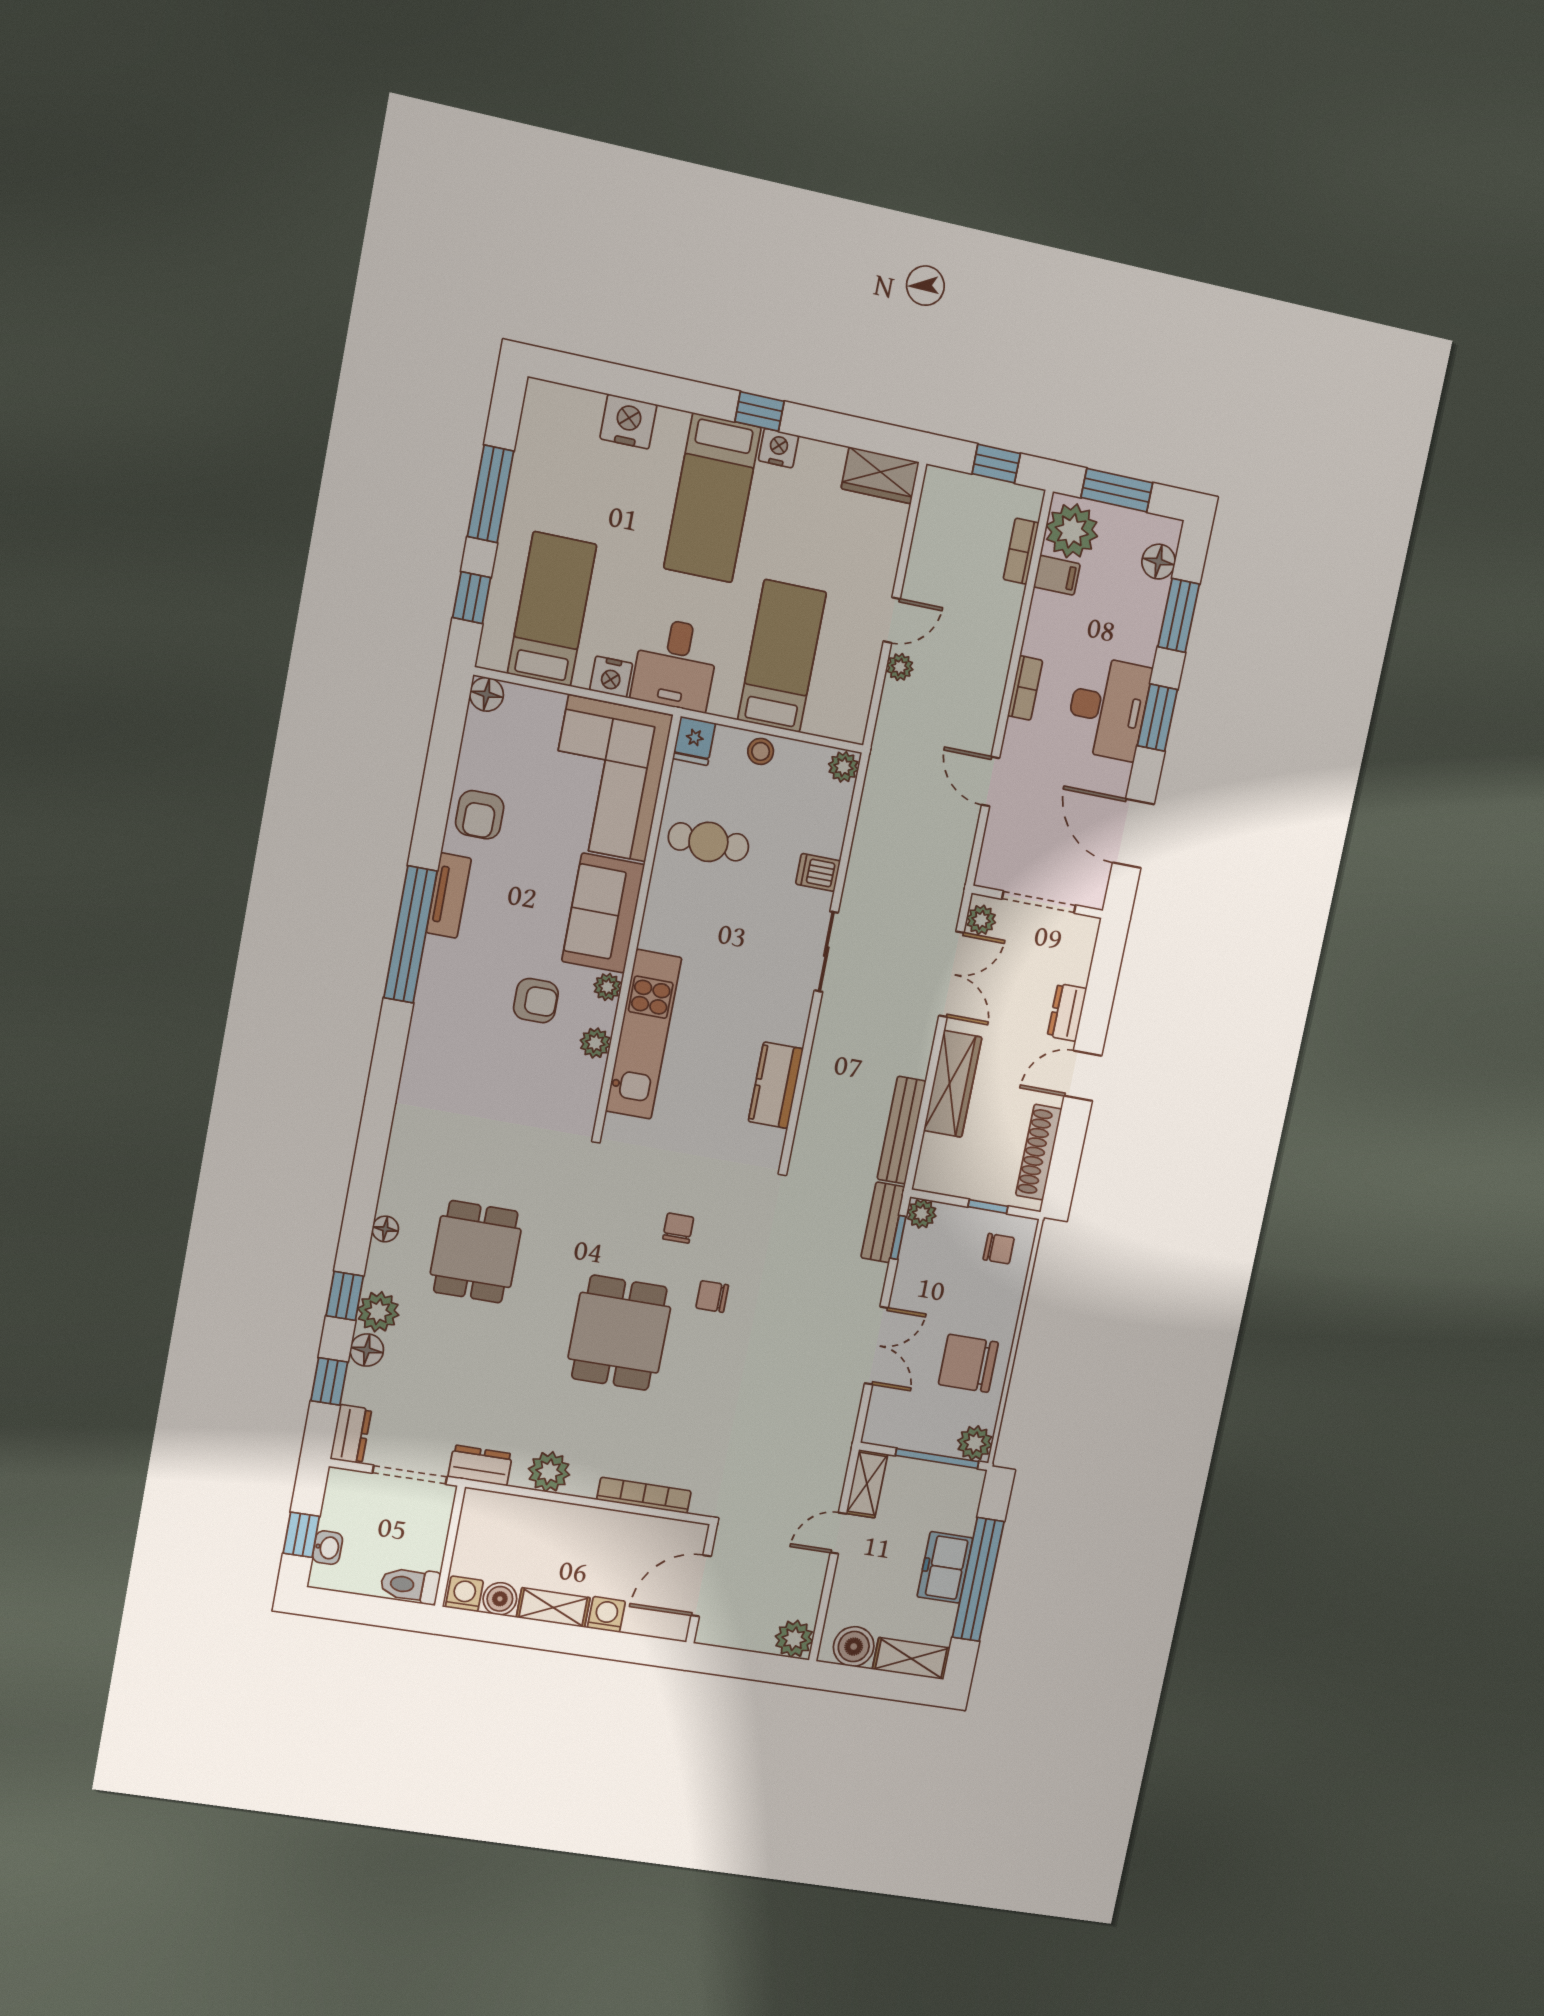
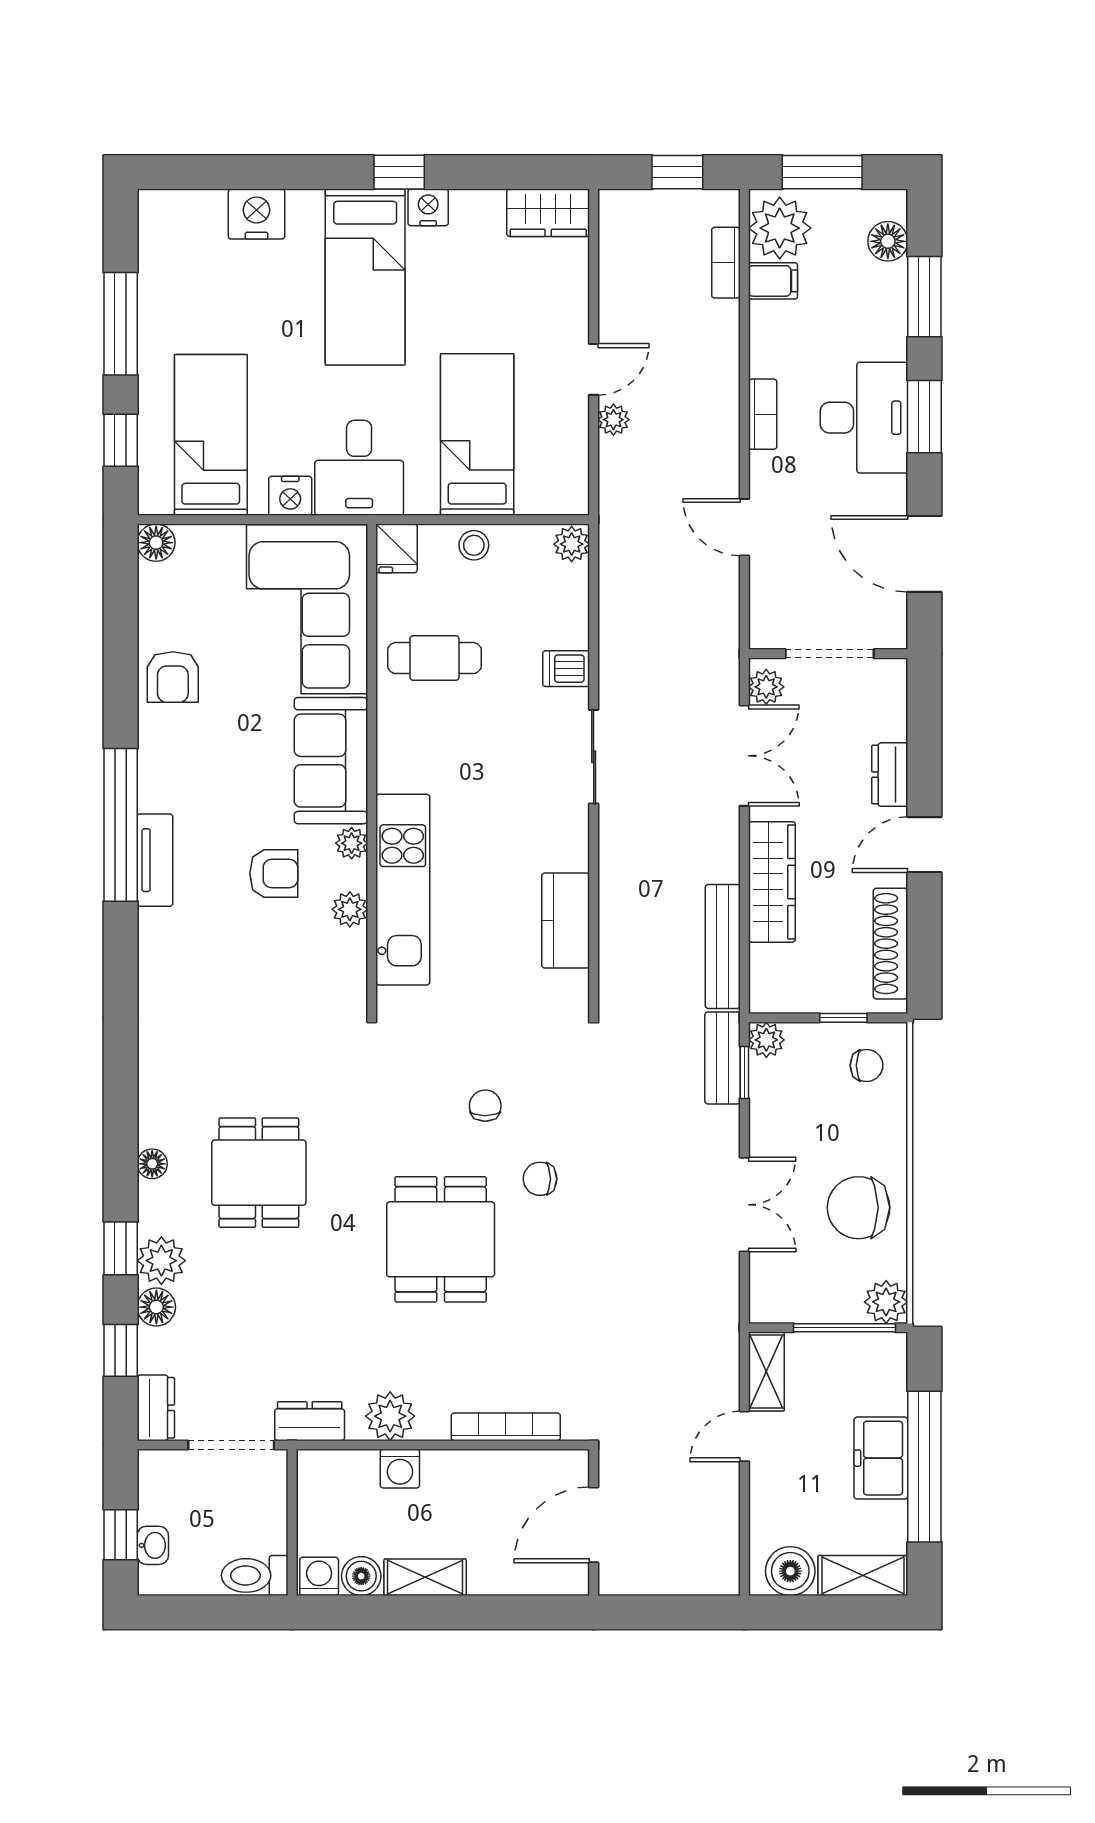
tv unit: (449, 895) -> (155, 860), moved
washing machine: (606, 1615) -> (400, 1469), moved, turned 180
plant: (794, 1639) -> (717, 1572), removed

